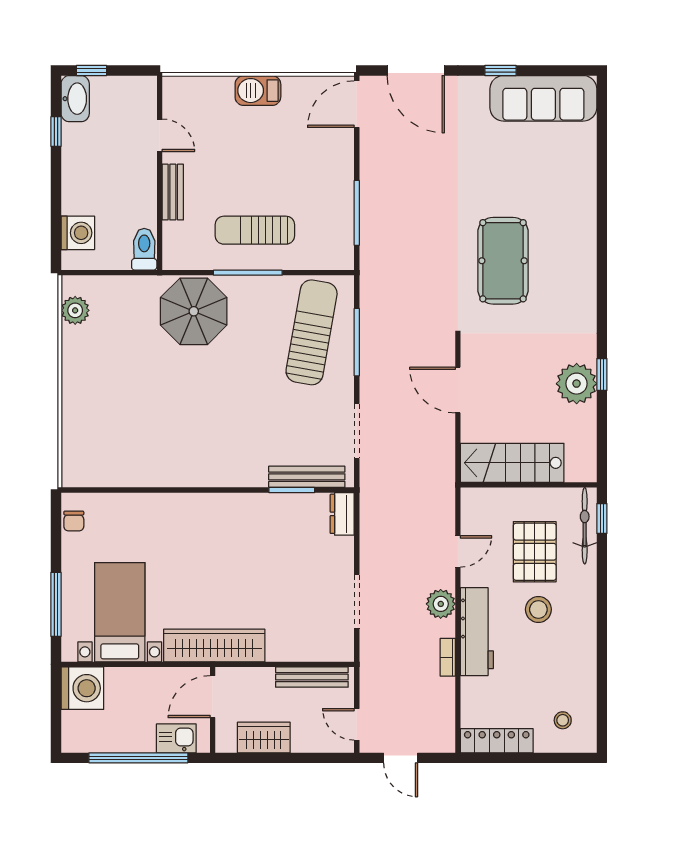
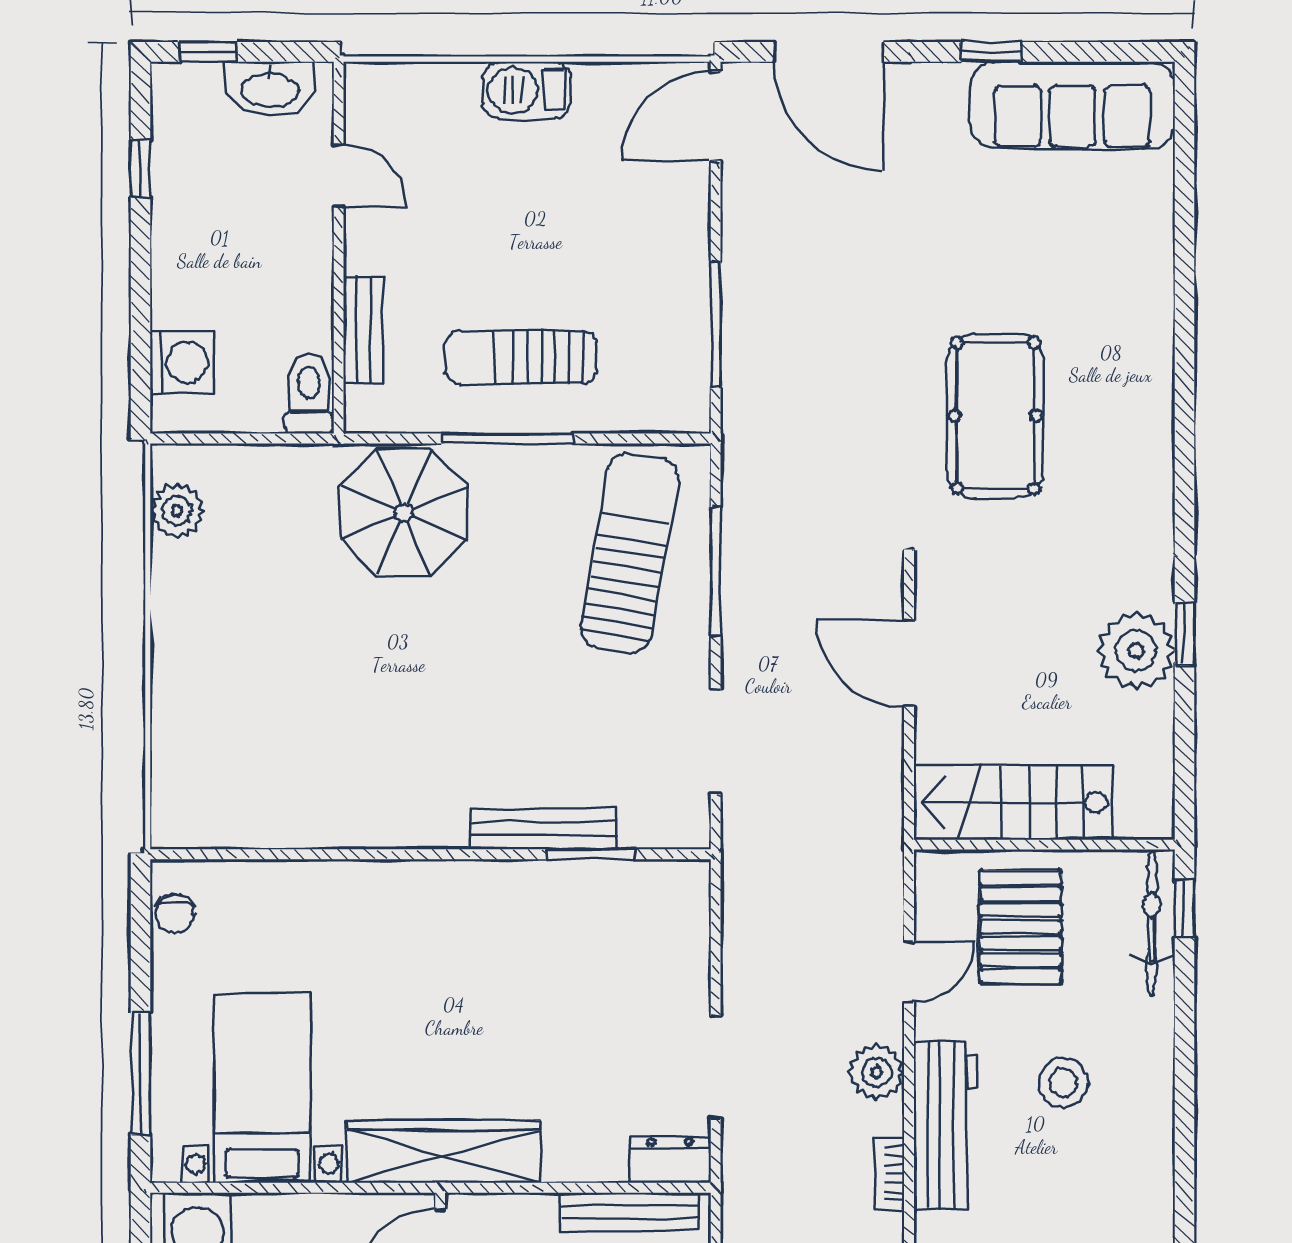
washbasin: (75, 99) -> (270, 89), moved, turned 90
bench: (173, 192) -> (364, 330), moved
bench: (307, 477) -> (544, 829), moved
dresser: (342, 514) -> (670, 1160), moved, turned 90
pallet: (535, 552) -> (1021, 927), moved

